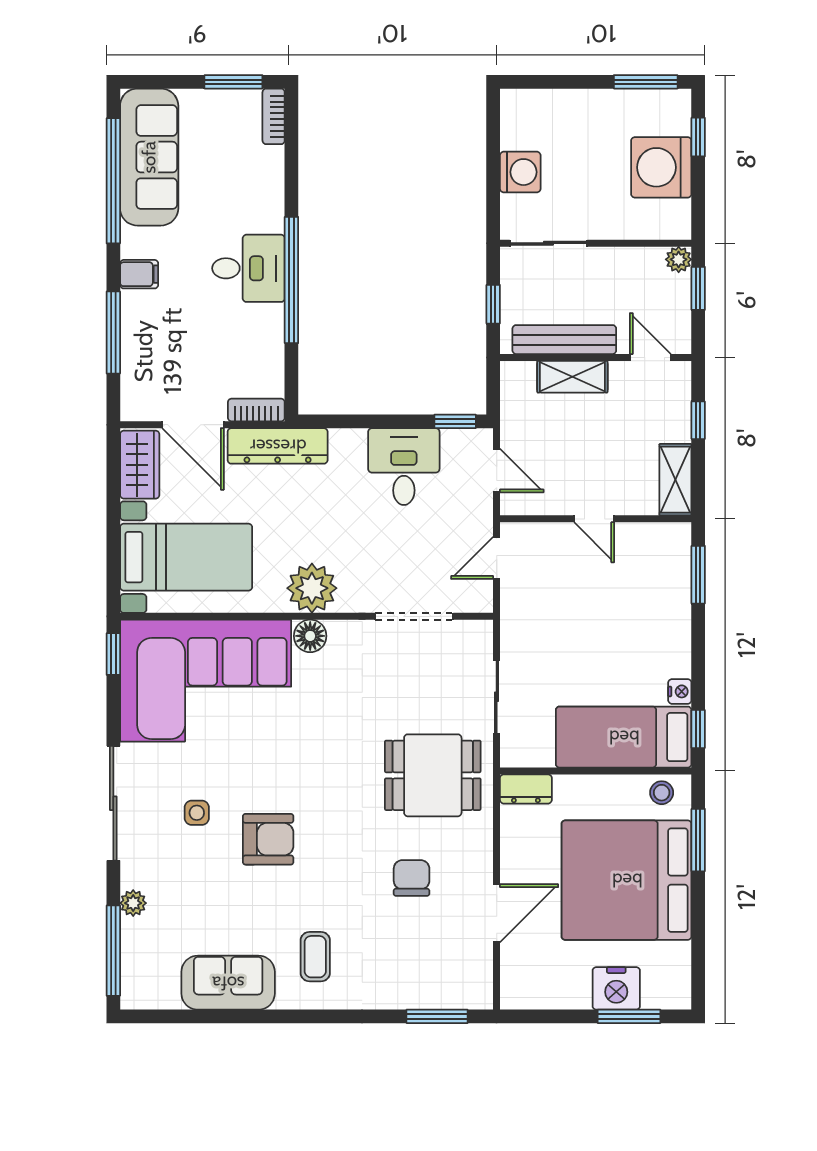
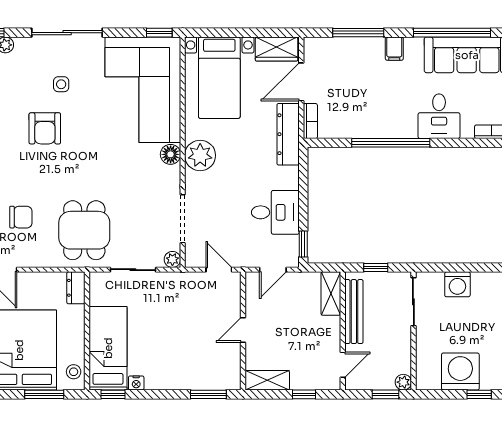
desk: (248, 268) -> (439, 116), moved
shelving: (572, 377) -> (331, 293), moved
plant: (480, 633) -> (172, 259), added

